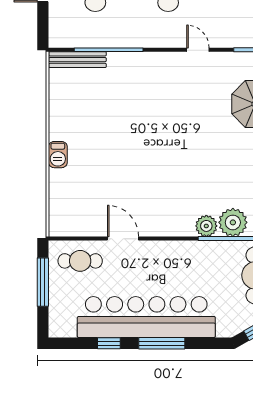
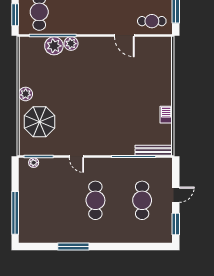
barbecue: (58, 155) -> (166, 115), moved

